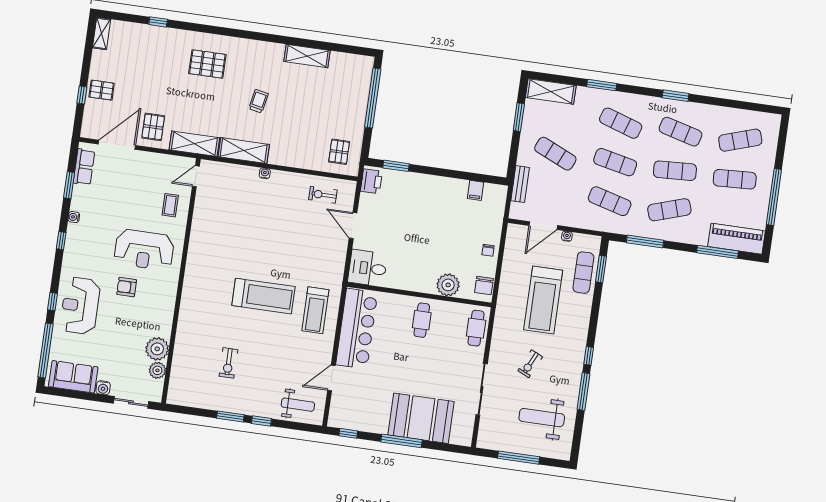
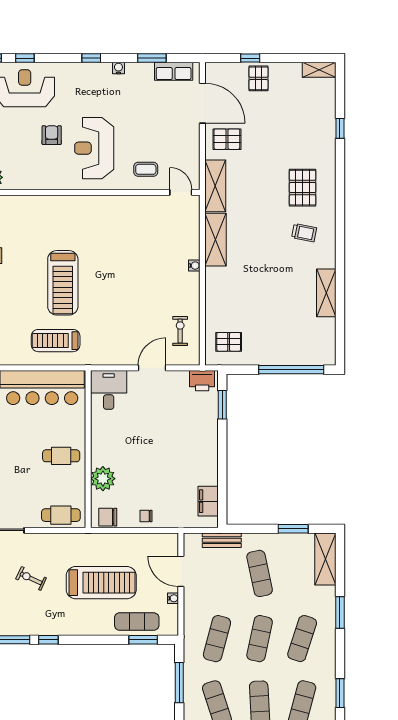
trolley: (259, 101) -> (304, 233), moved
exercise mat: (555, 154) -> (260, 573), turned -36
filing cabinet: (476, 190) -> (208, 501), width x2.00
treadmill: (543, 300) -> (101, 583), turned 180

